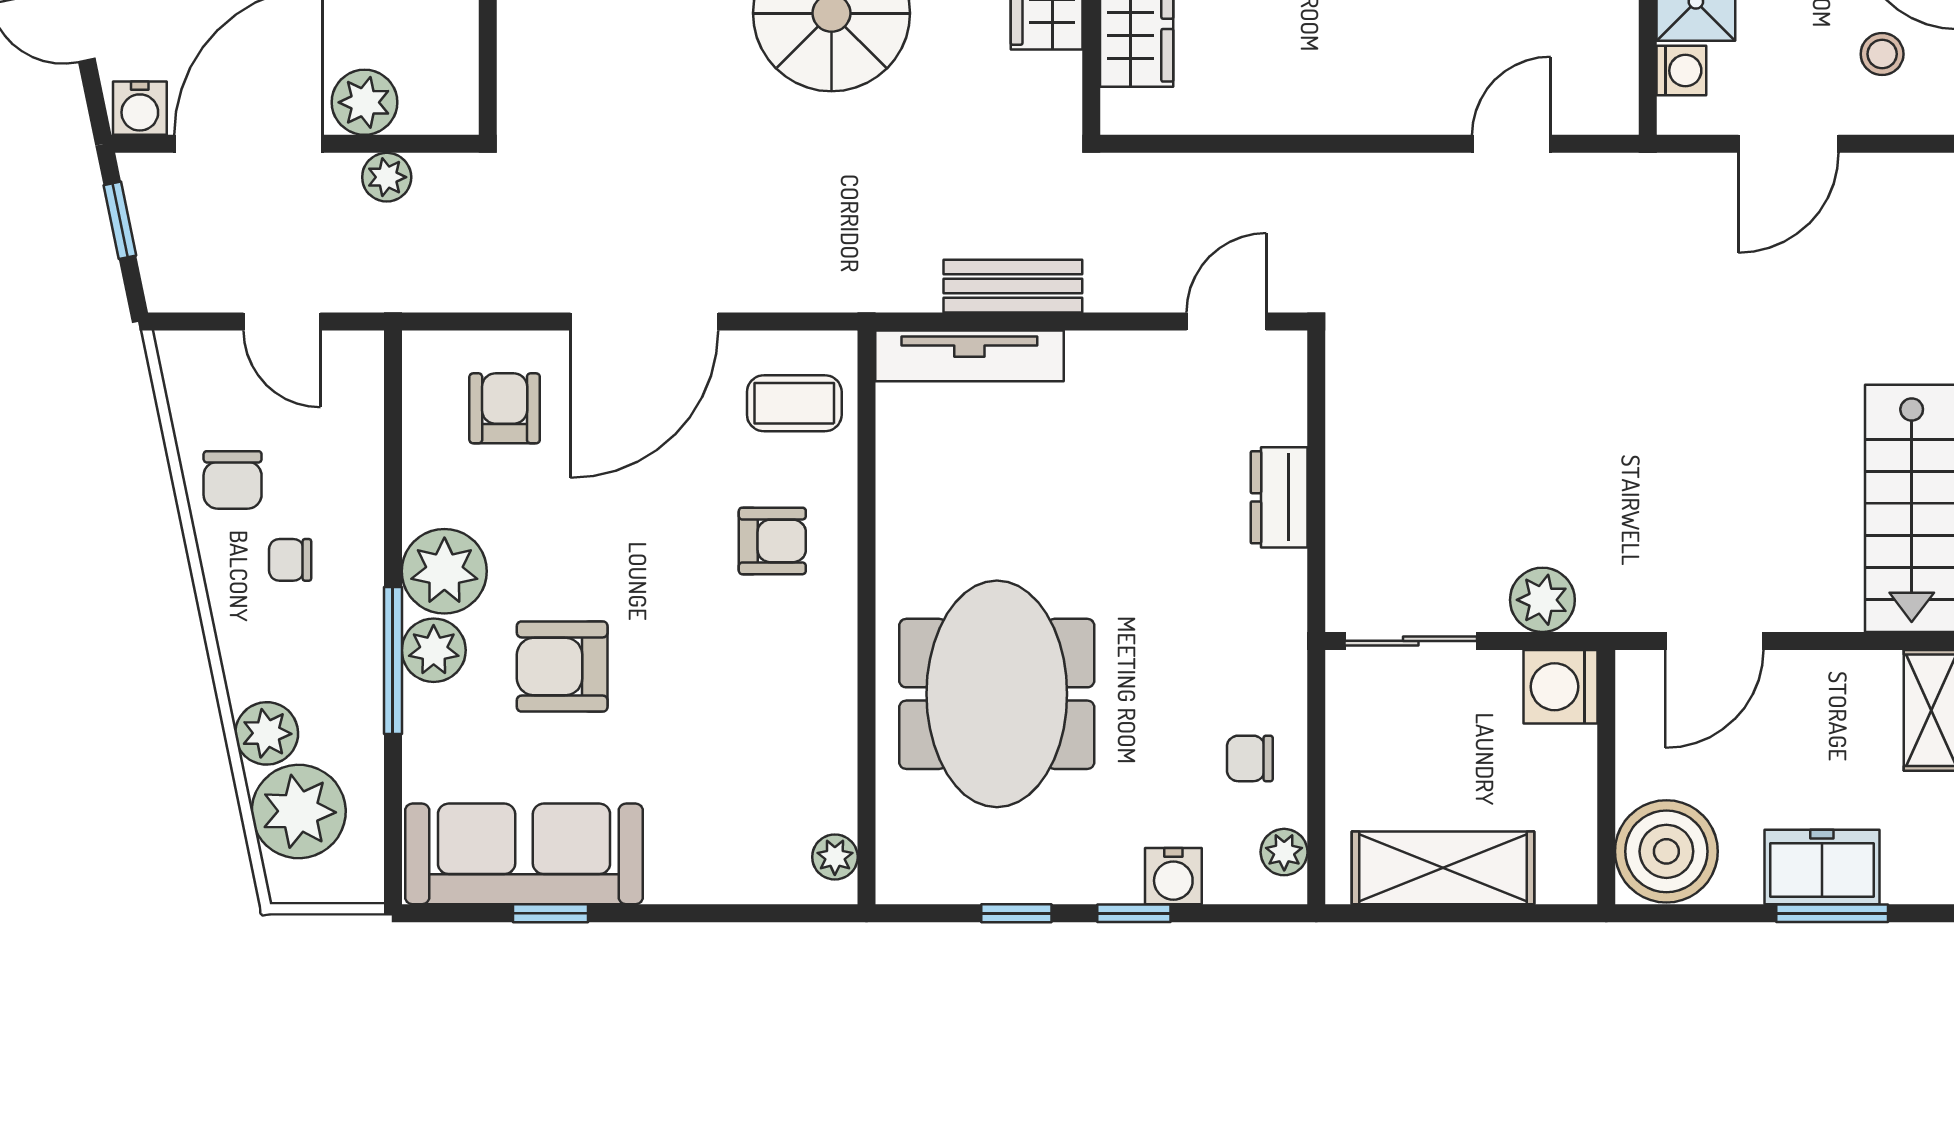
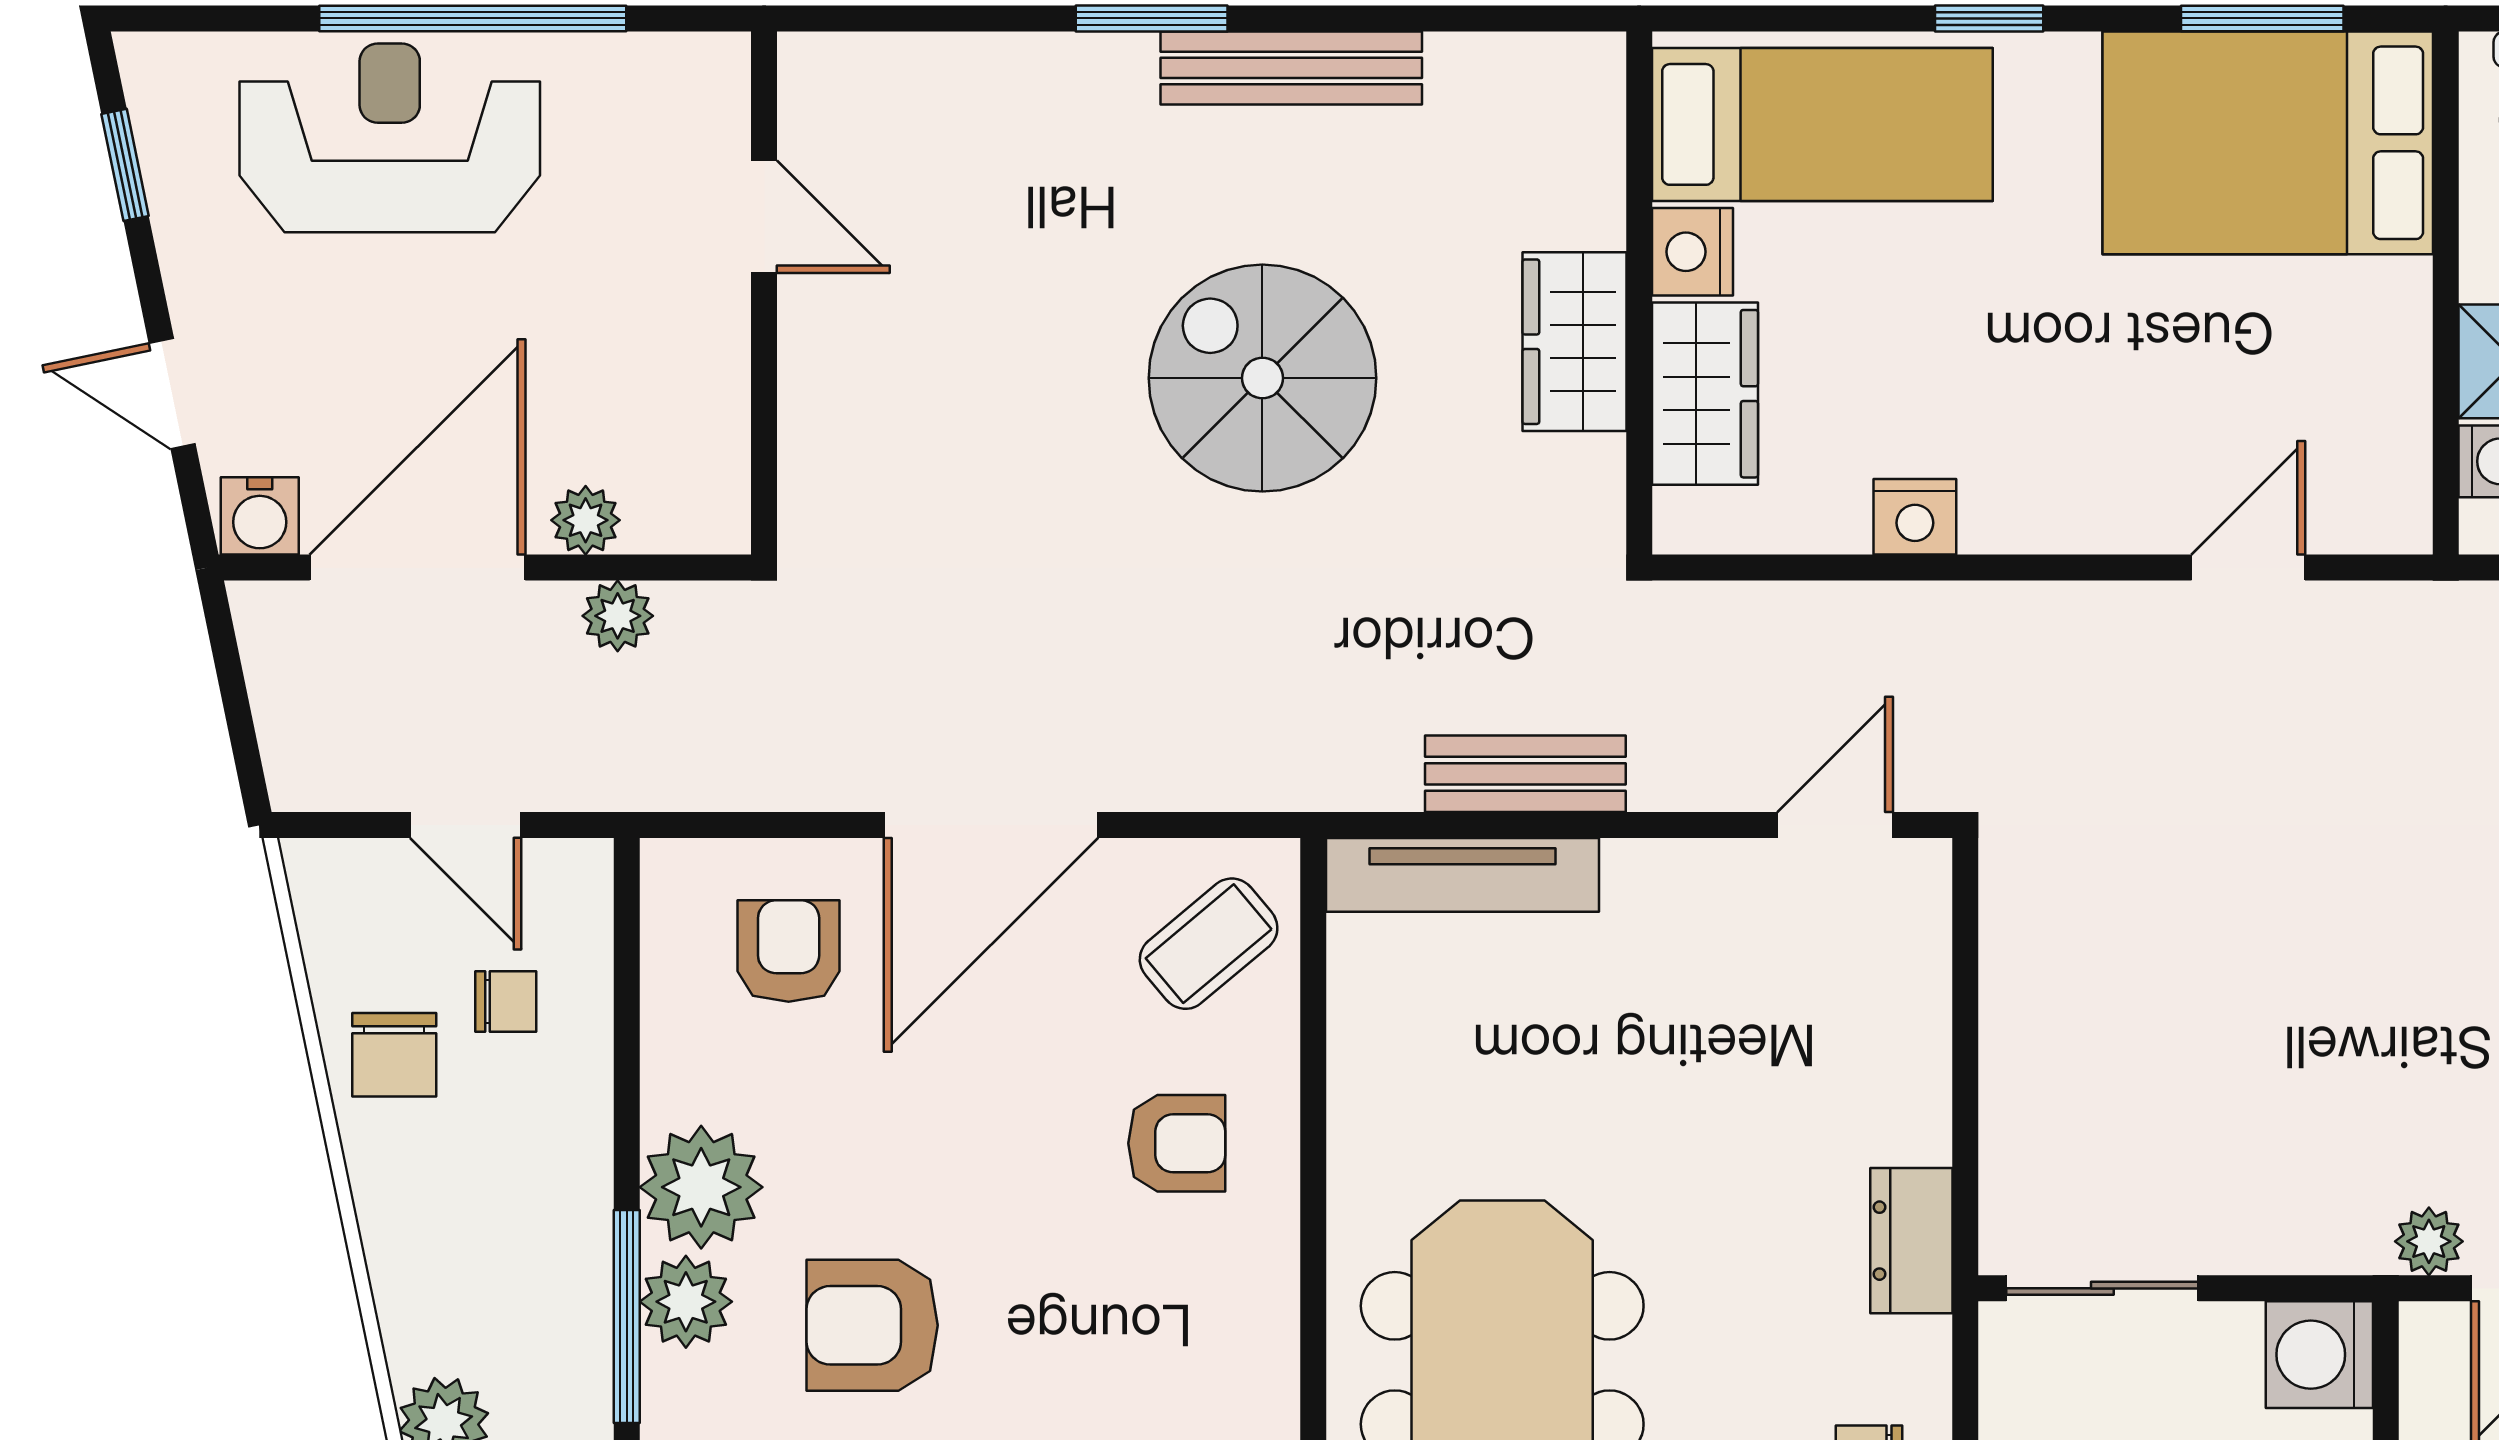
plant: (365, 102) -> (586, 520), width x0.73, depth x0.73
nightstand: (1282, 109) -> (1915, 517), added
window: (120, 220) -> (231, 678), removed
coffee table: (794, 403) -> (1209, 944), turned -40
dresser: (1279, 497) -> (1911, 1241), moved
chair: (290, 560) -> (506, 1001), moved, turned 180
plant: (1542, 600) -> (2429, 1241), moved, width x0.73, depth x0.73

